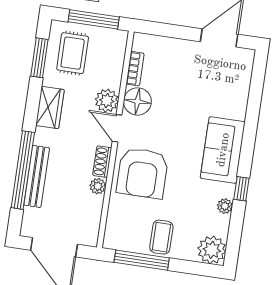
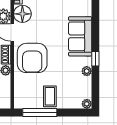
plant: (212, 250) -> (87, 104), width x0.53, depth x0.53

